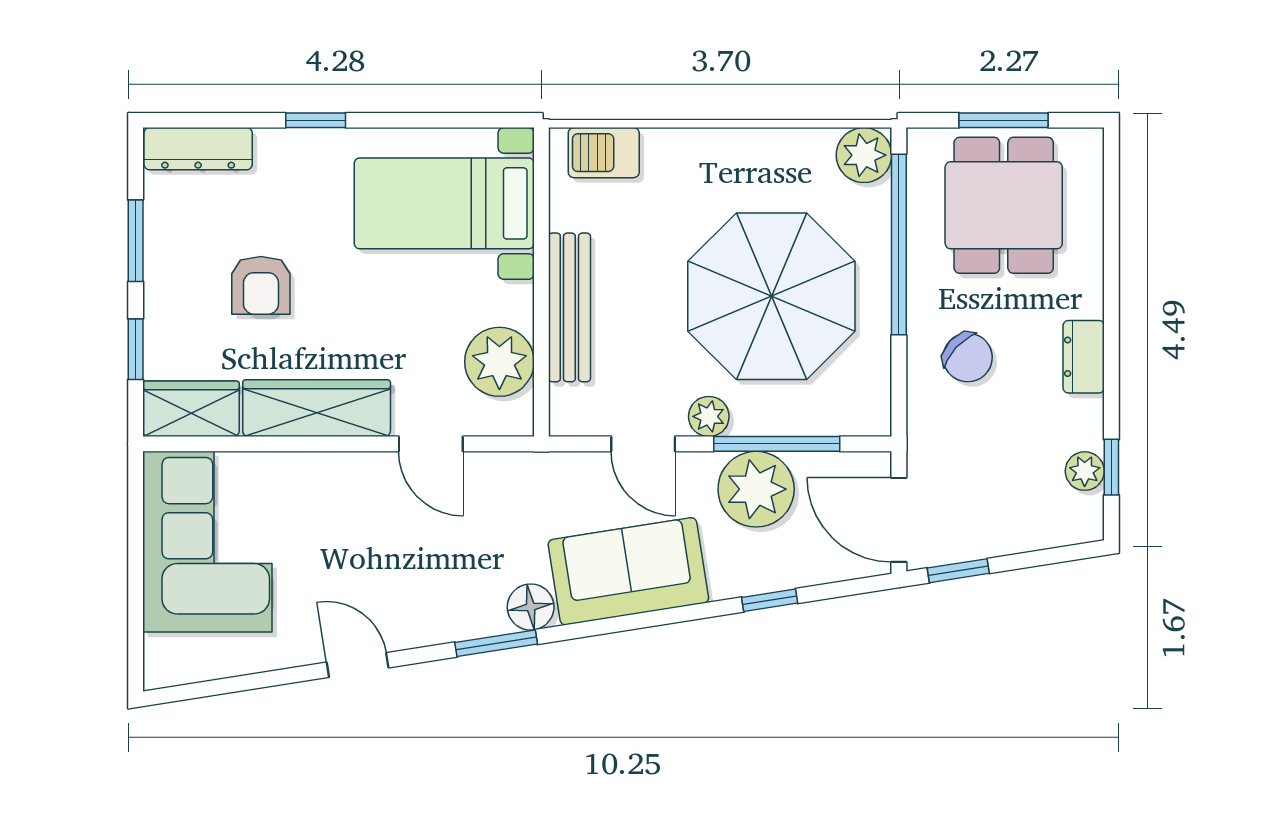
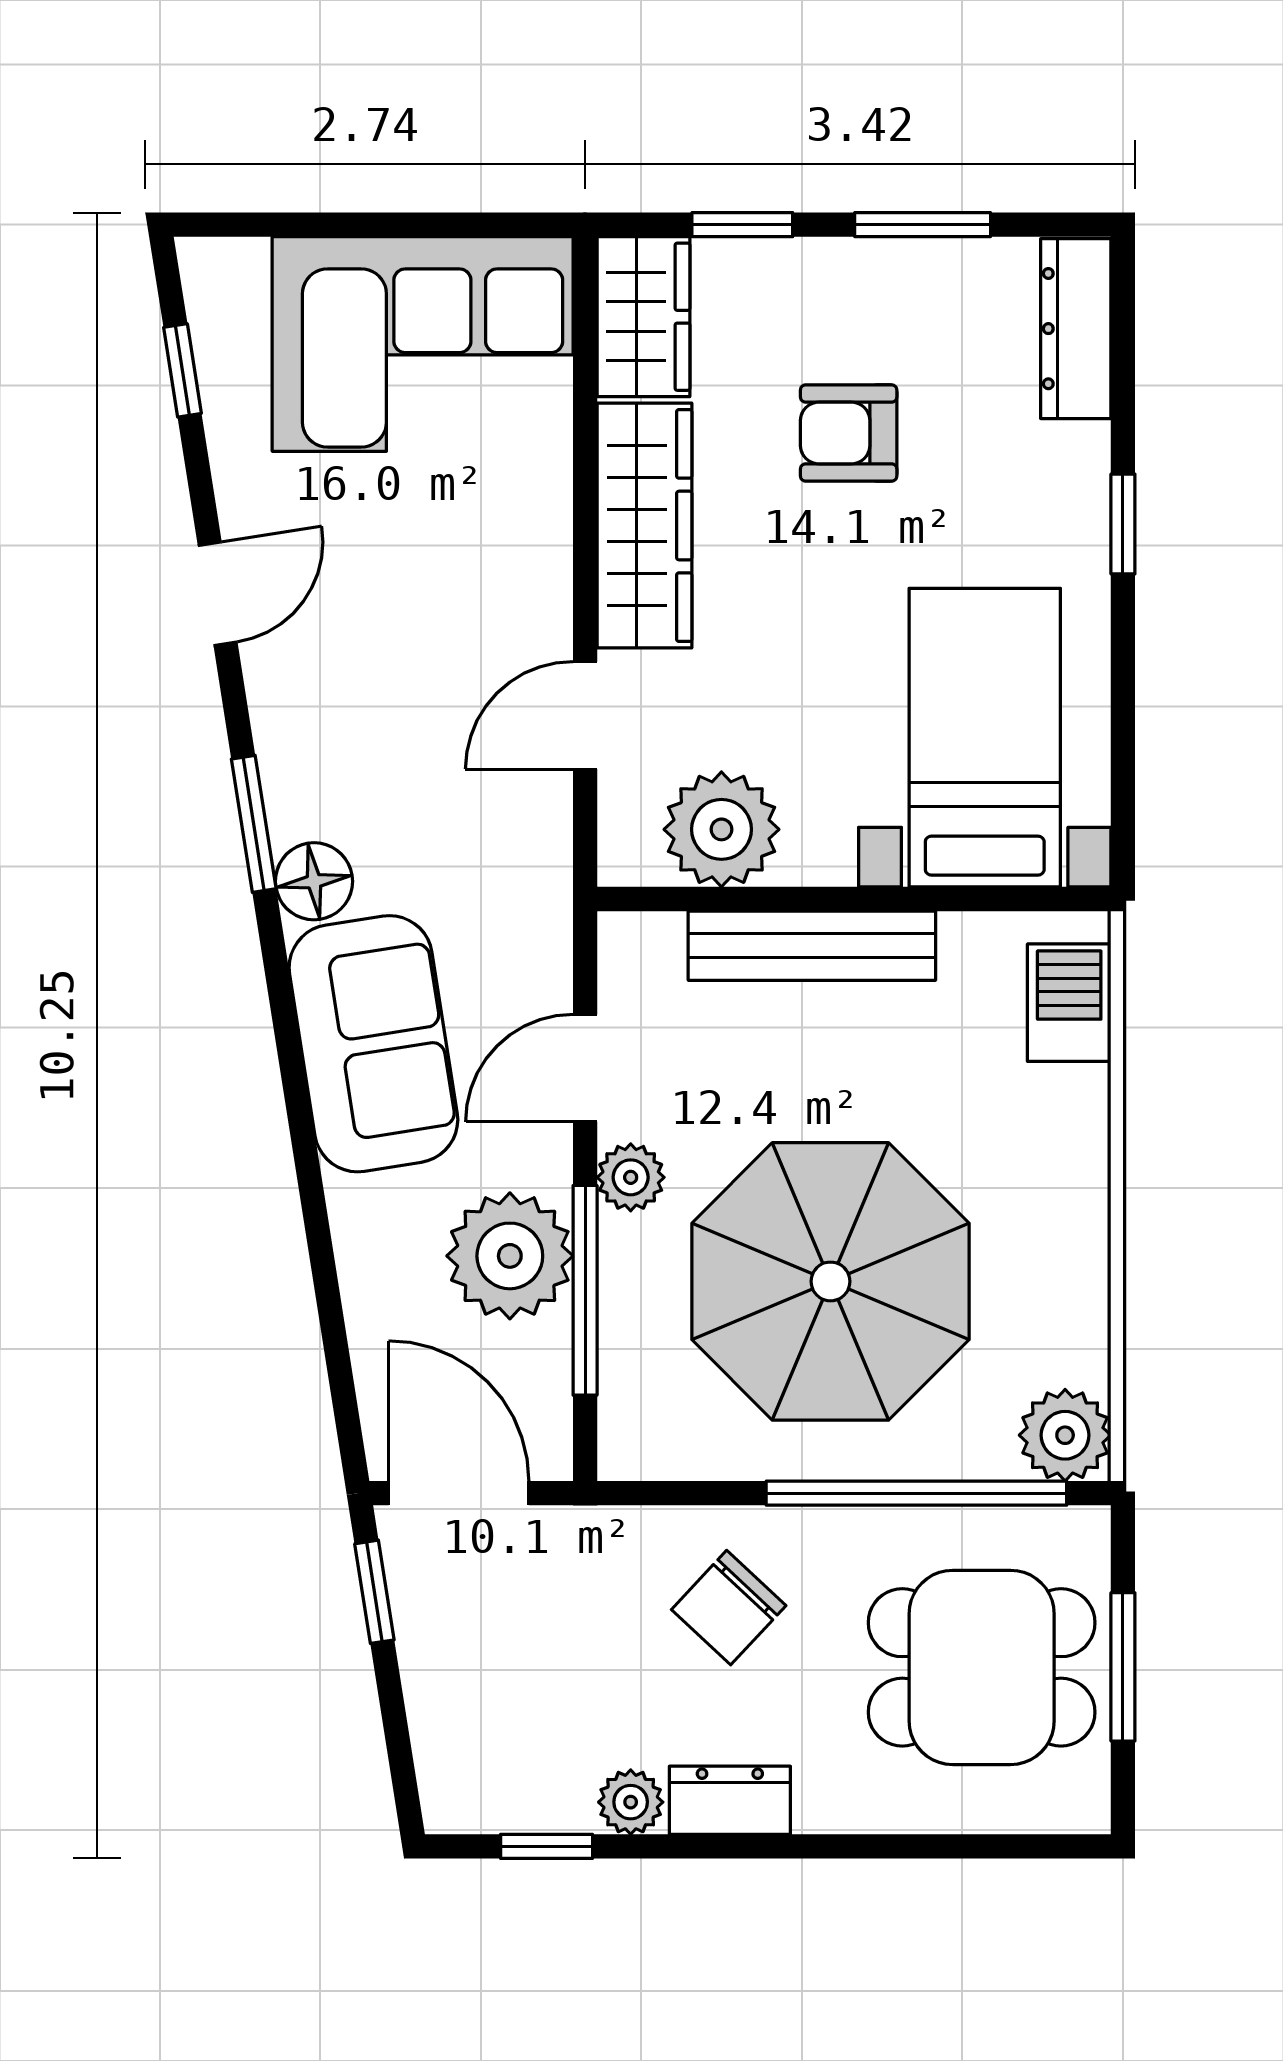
plant: (1085, 471) -> (631, 1802), moved
door: (899, 520) -> (459, 1493), hinge flipped
window: (770, 600) -> (182, 370), moved

